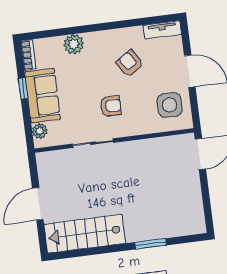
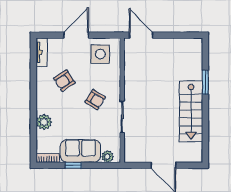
armchair: (111, 106) -> (95, 100), turned 122
stairs: (85, 234) -> (191, 111), moved

